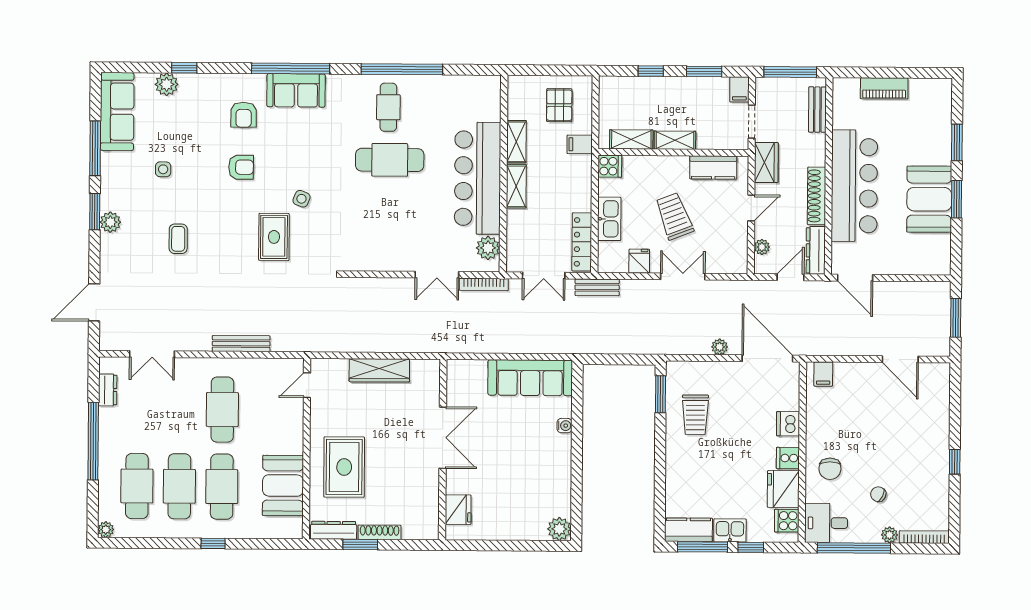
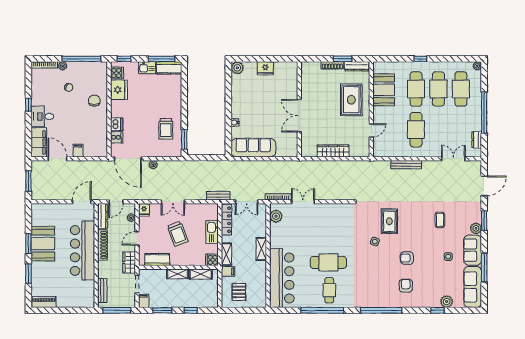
piano: (884, 88) -> (44, 302), moved
sofa: (296, 90) -> (473, 250), moved, turned -90
shelving: (516, 142) -> (226, 254), moved
bar counter: (478, 178) -> (282, 278), moved
window: (95, 212) -> (484, 221), moved
fridge: (639, 261) -> (144, 210), moved
double door: (544, 276) -> (246, 202), swing flipped
door: (855, 278) -> (82, 202), hinge flipped
filing cabinet: (823, 374) -> (78, 151), moved
door: (307, 385) -> (371, 130), moved
filing cabinet: (936, 390) -> (39, 142), added
trolley: (695, 415) -> (166, 129), turned 180
cooker: (788, 458) -> (117, 137), moved
fridge: (458, 510) -> (265, 68), moved, turned -90
desk: (826, 523) -> (42, 116), moved, turned 180
window: (751, 547) -> (124, 59), moved

